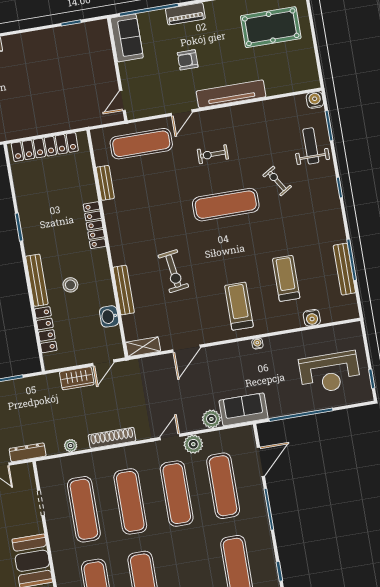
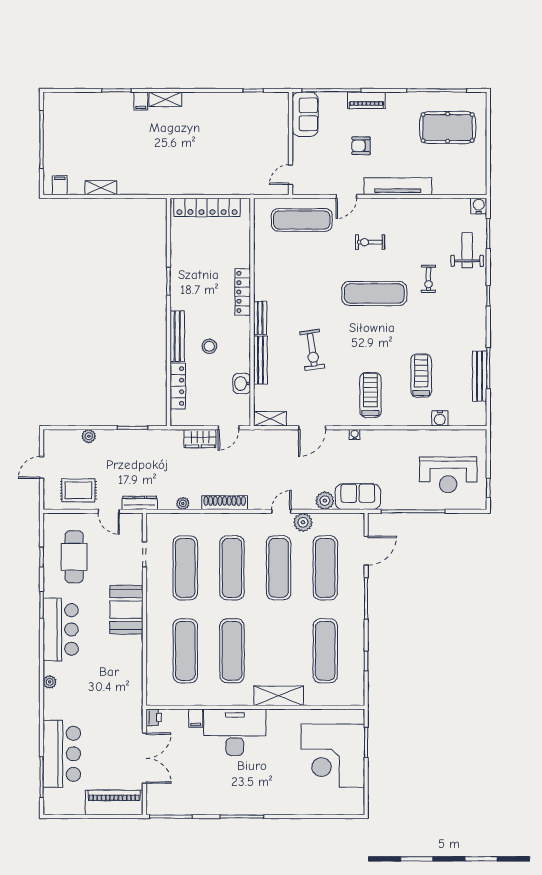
exercise bike: (277, 181) -> (428, 279), turned -148
bench: (105, 183) -> (260, 318), moved
water cooler: (257, 344) -> (355, 435), moved

